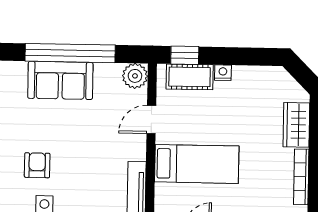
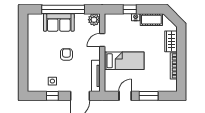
window: (185, 55) -> (130, 9), moved
cot: (190, 77) -> (151, 20), moved
armchair: (37, 165) -> (66, 54), moved

